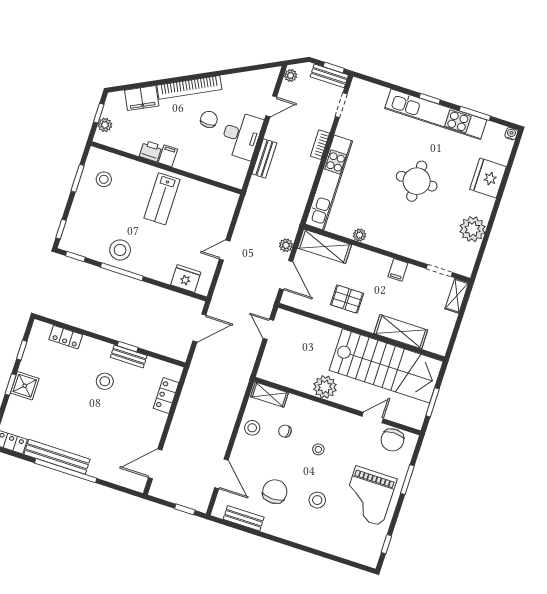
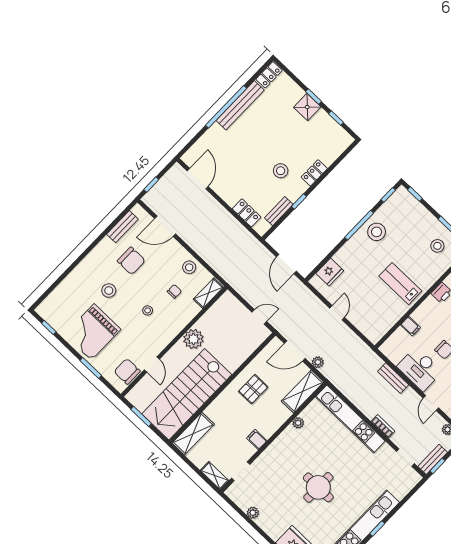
filing cabinet: (168, 156) -> (410, 326), moved
plant: (472, 229) -> (253, 513), width x0.53, depth x0.53
shelving: (401, 332) -> (193, 434), moved
locker: (66, 337) -> (314, 173), moved
bench: (129, 356) -> (279, 211), moved
grand piano: (369, 496) -> (93, 332), turned -90

